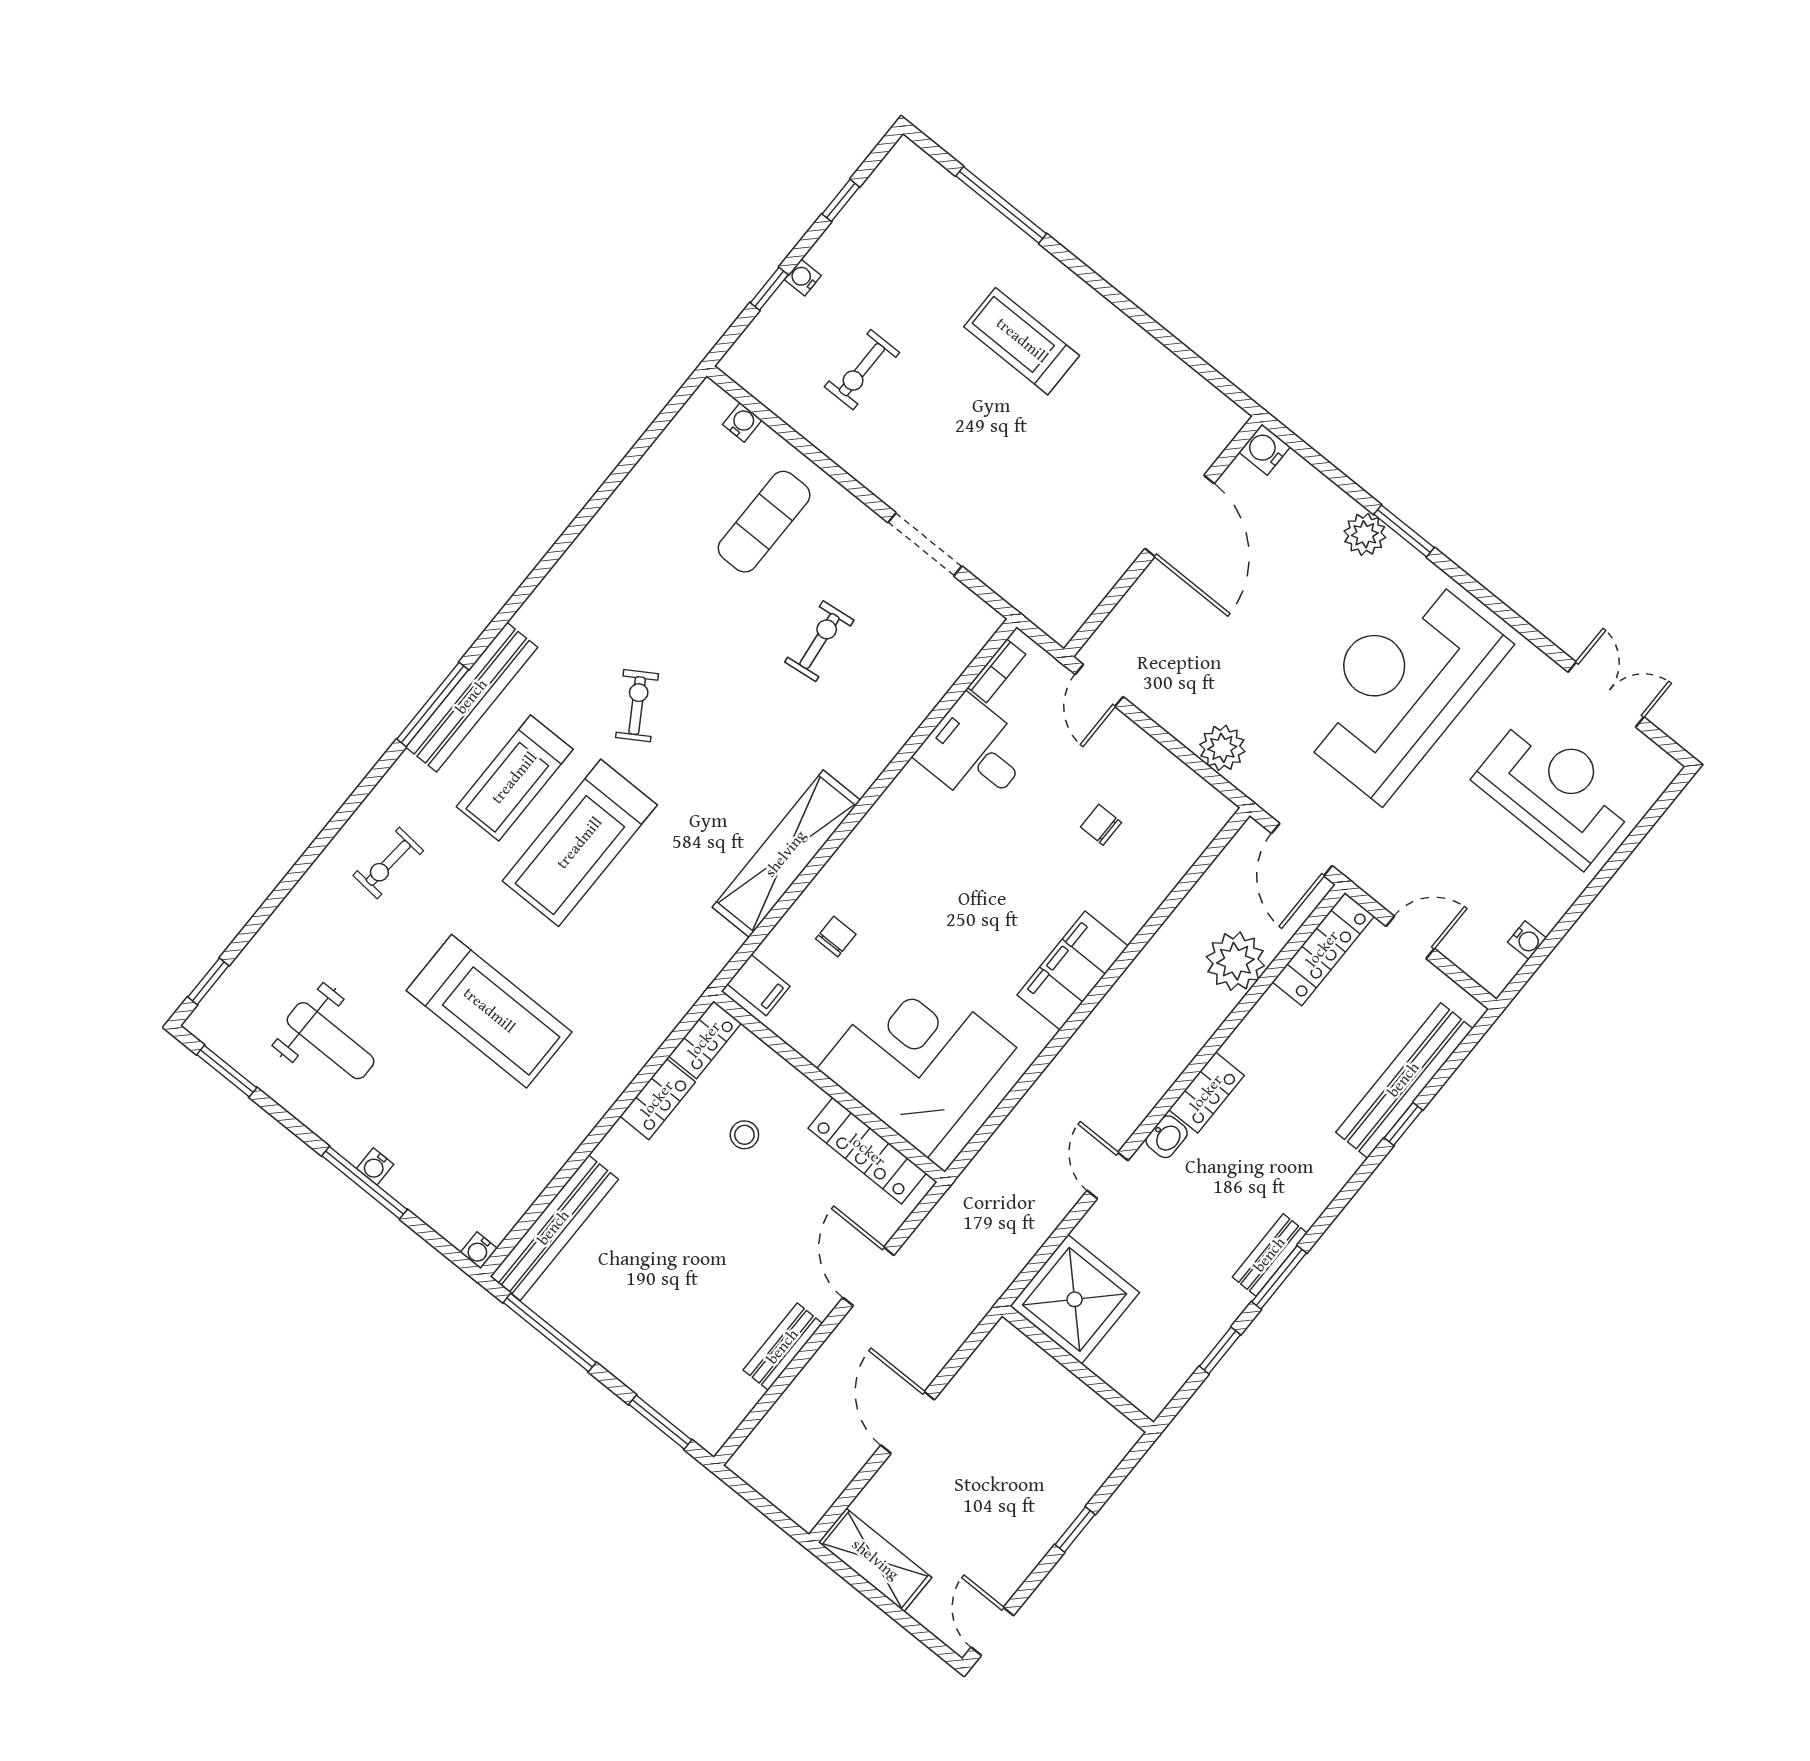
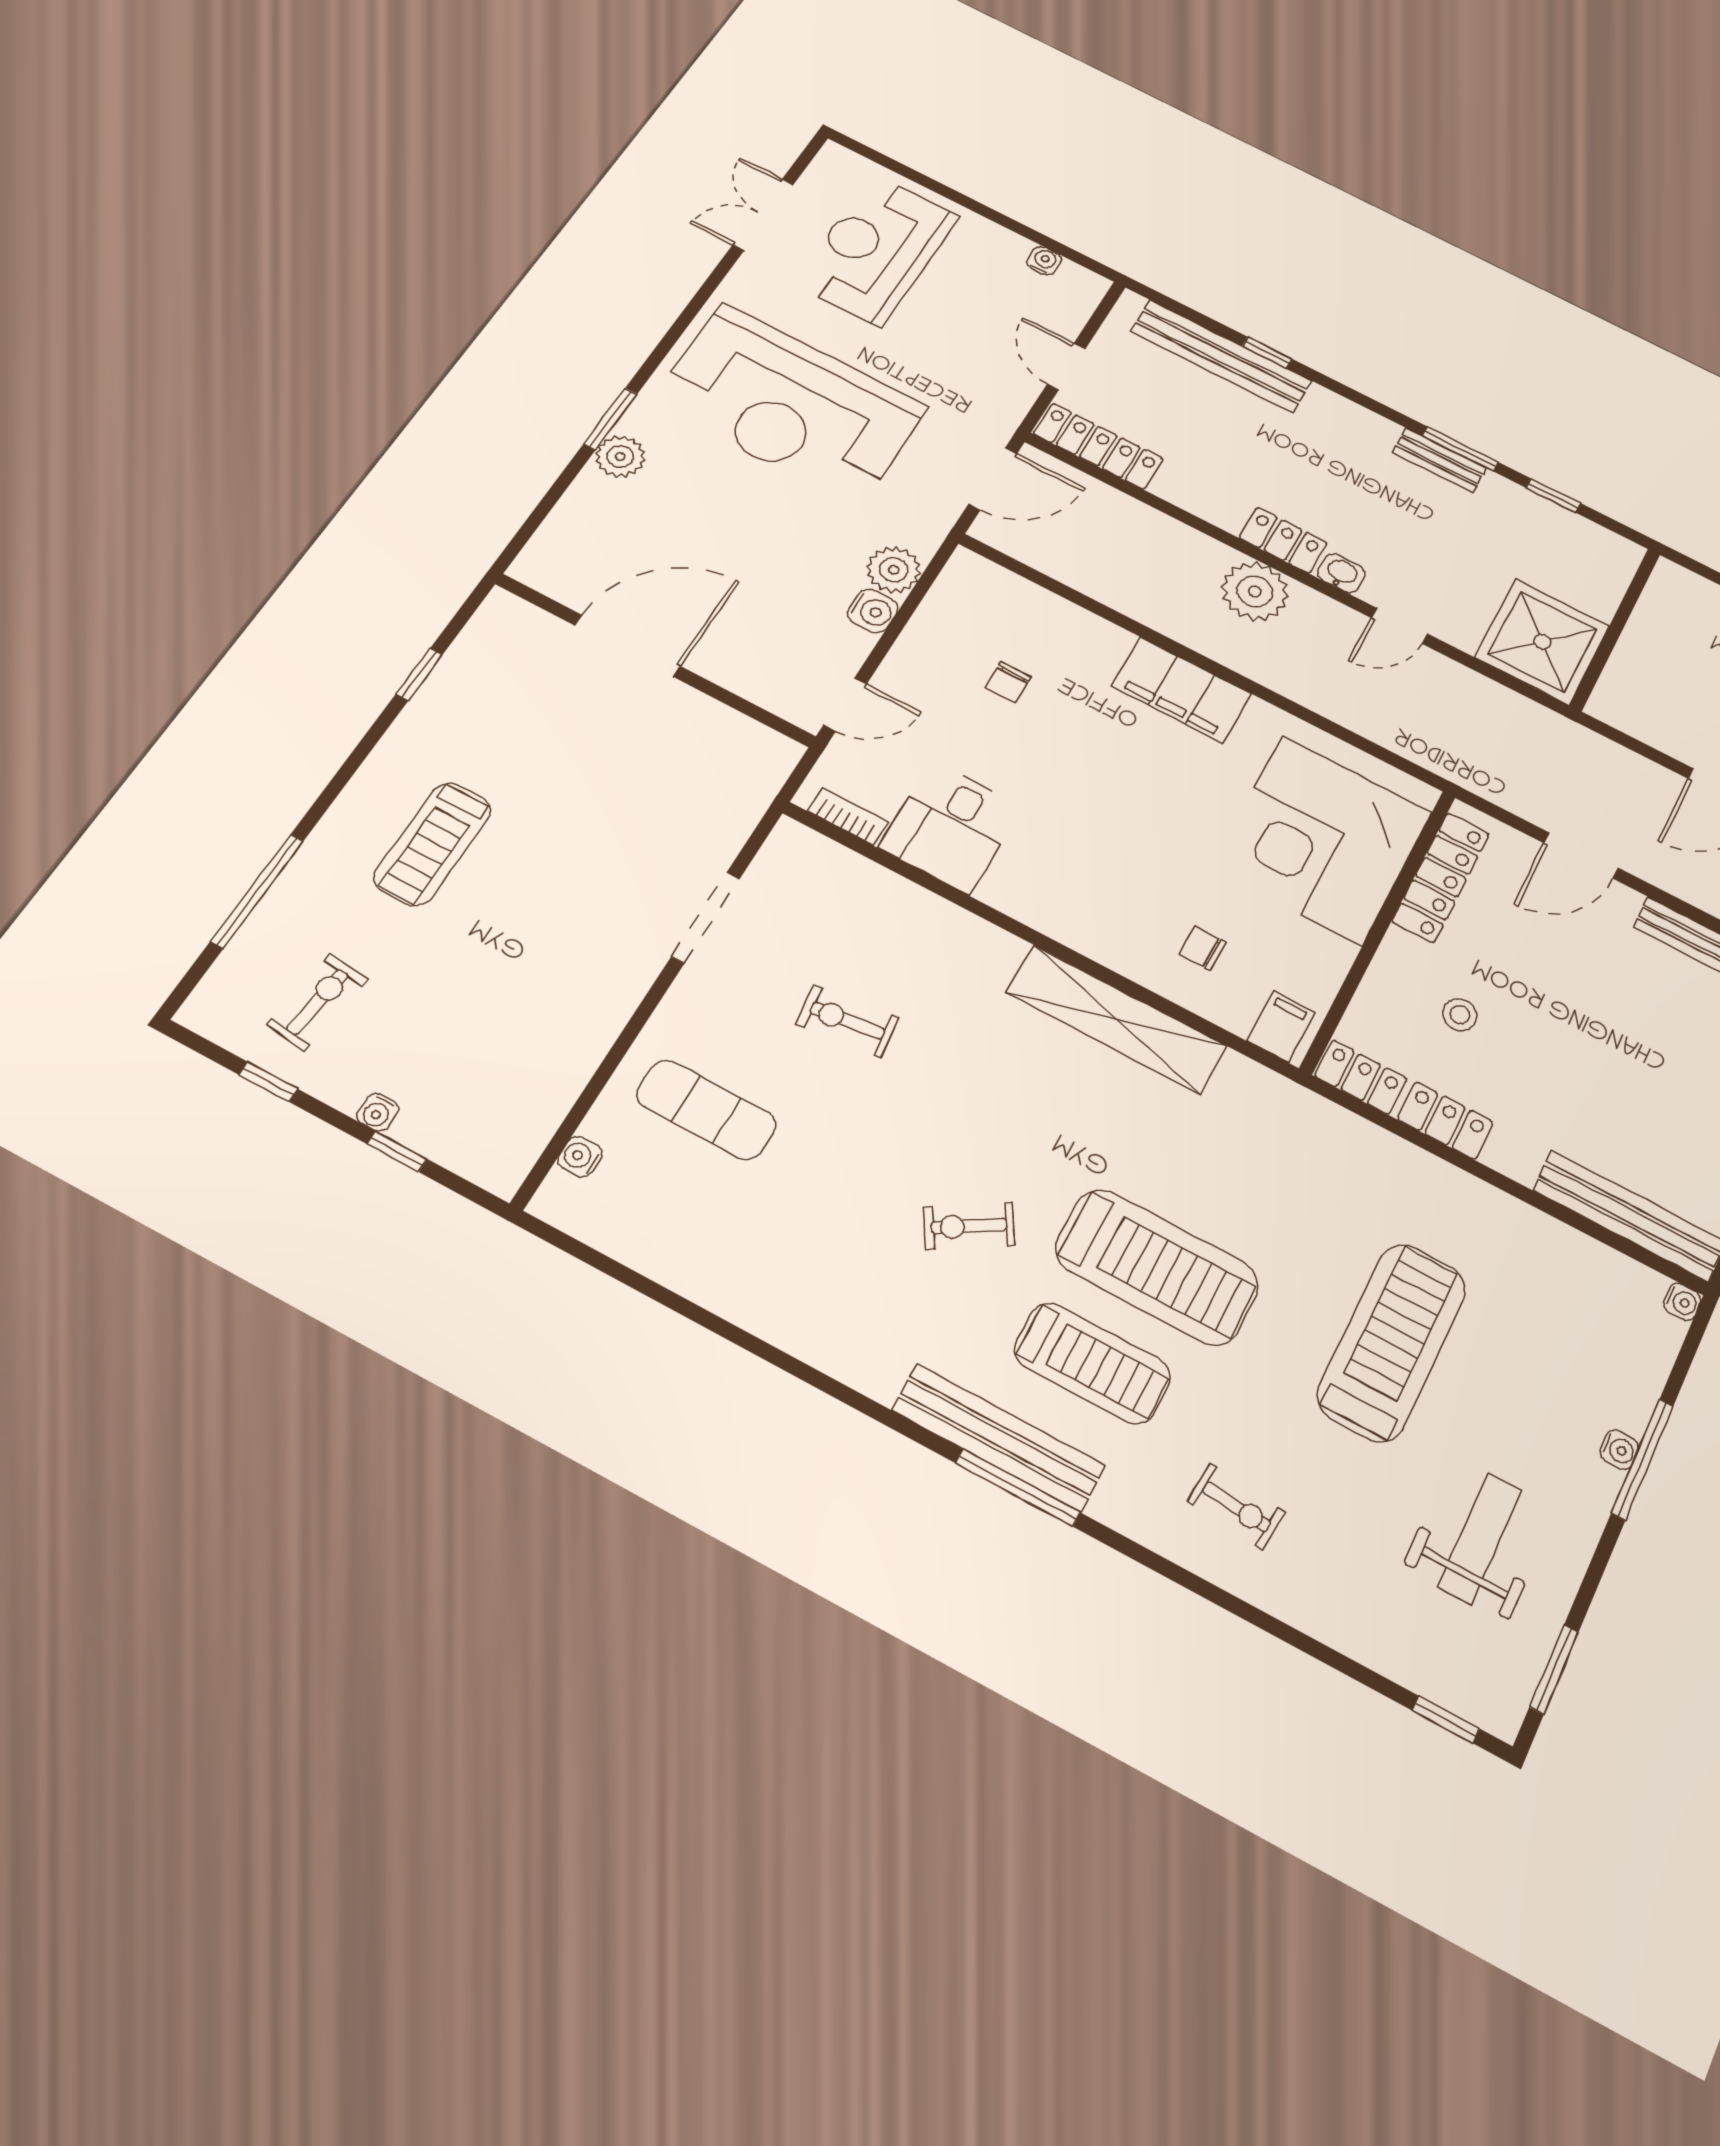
window: (1176, 346) -> (419, 674), added
exercise bike: (862, 370) -> (317, 1002), moved, turned -84
water cooler: (1265, 450) -> (873, 611), moved, turned -90
plant: (1235, 961) -> (1255, 591), moved

